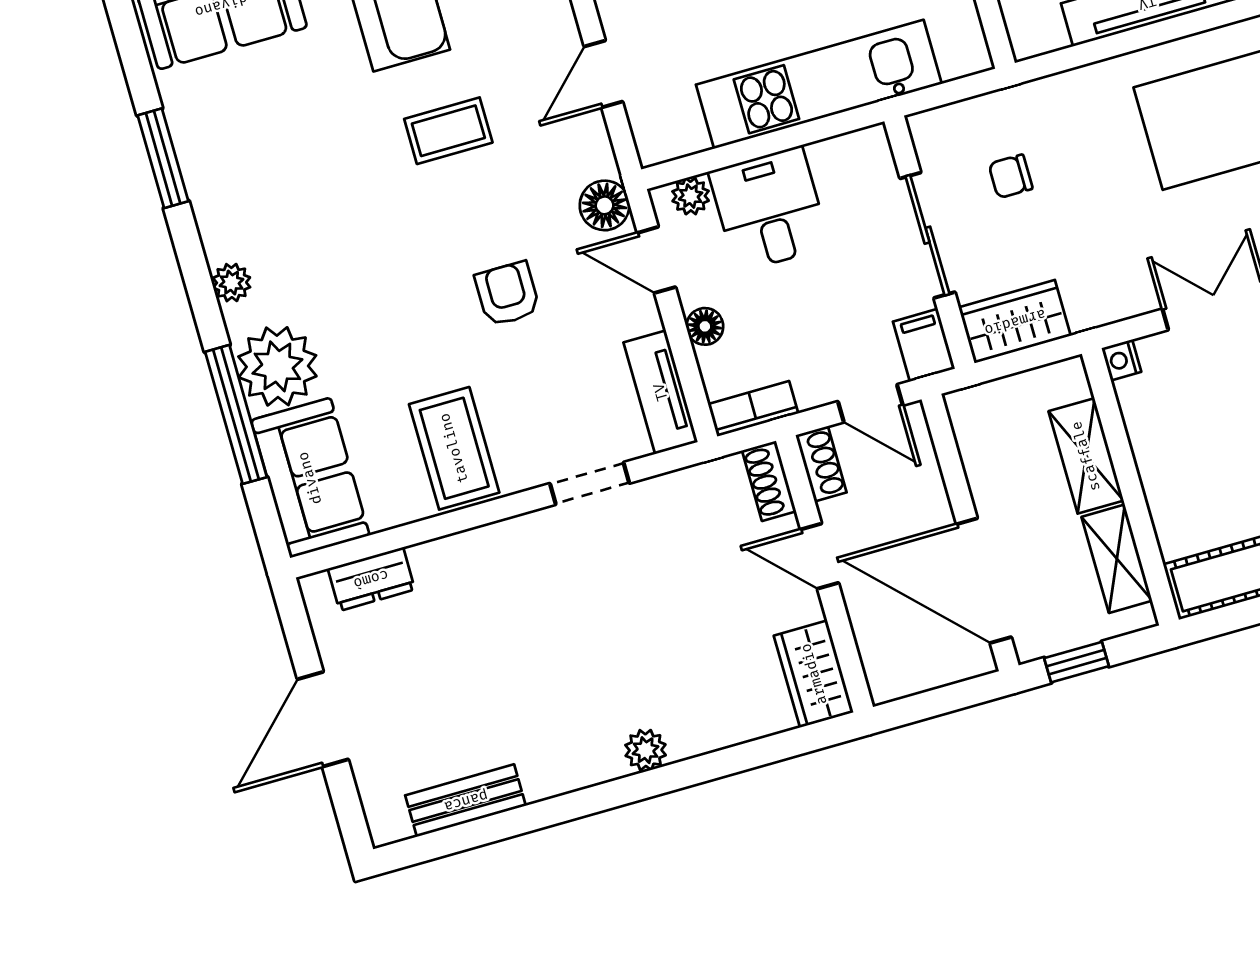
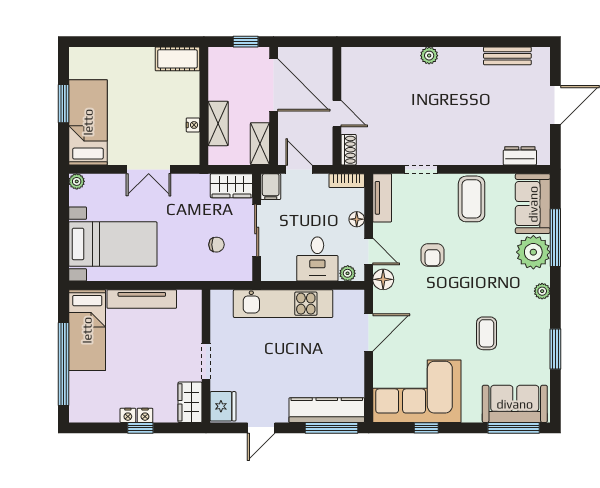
door: (603, 74) -> (369, 332), width x1.38
coffee table: (448, 131) -> (487, 333), moved, turned 90
nightstand: (1121, 360) -> (193, 125), moved
shoe rack: (821, 464) -> (326, 151), removed
shelving: (1117, 559) -> (260, 144), moved
wardrobe: (814, 674) -> (353, 67), removed

